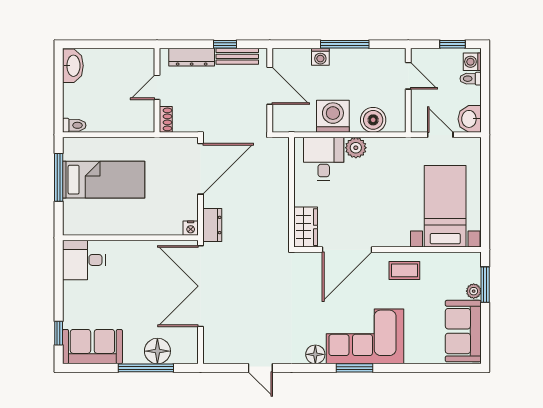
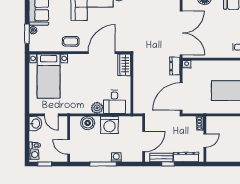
door: (270, 86) -> (144, 141), swing flipped

